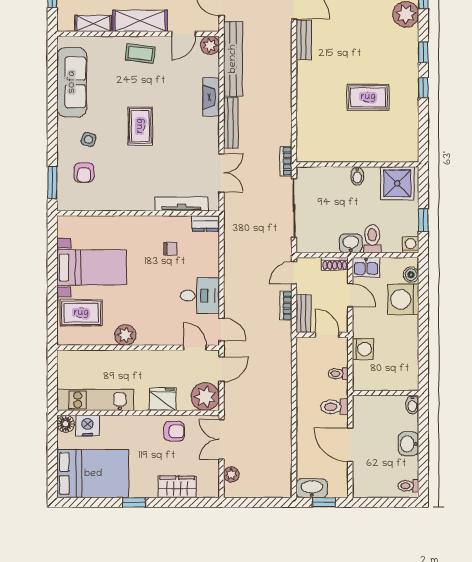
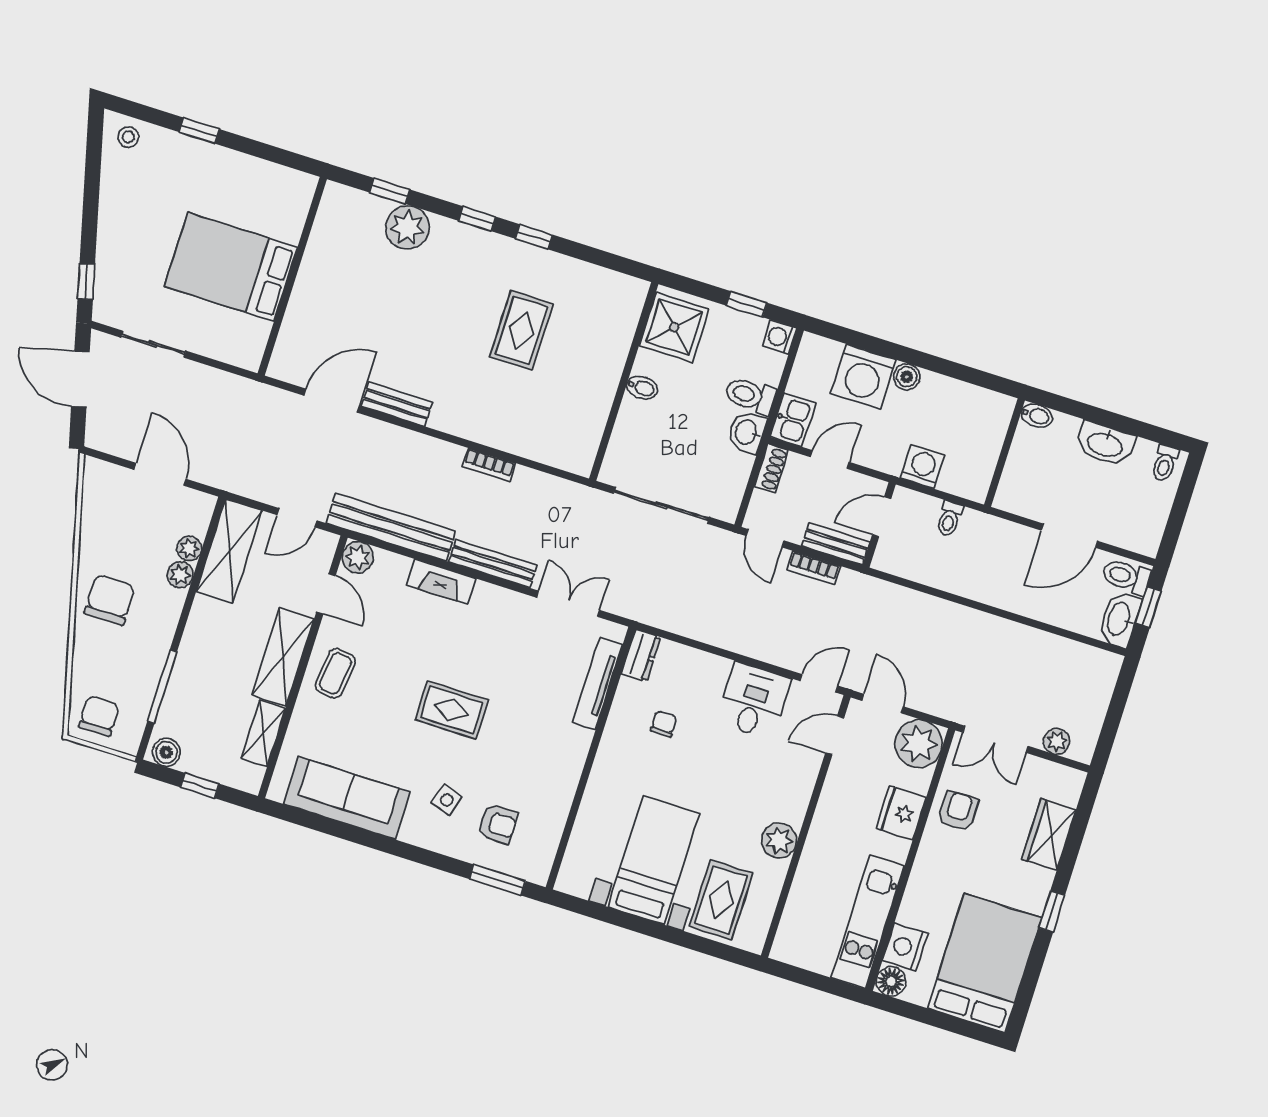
bookcase: (286, 161) -> (489, 465), moved
boiler: (411, 275) -> (907, 377), moved
toilet: (334, 407) -> (1126, 576), moved, turned 90
washbasin: (409, 444) -> (1105, 444), width x1.38

